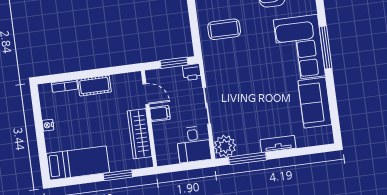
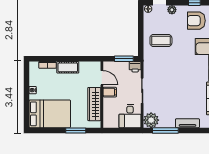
bed: (78, 163) -> (50, 114), width x1.50

